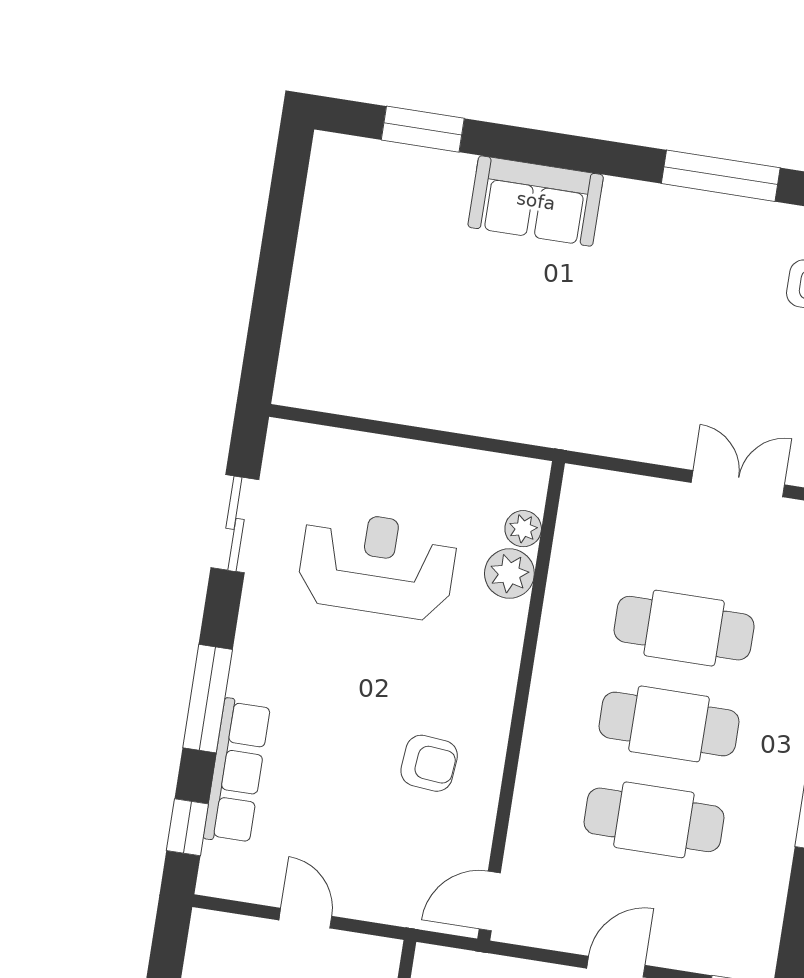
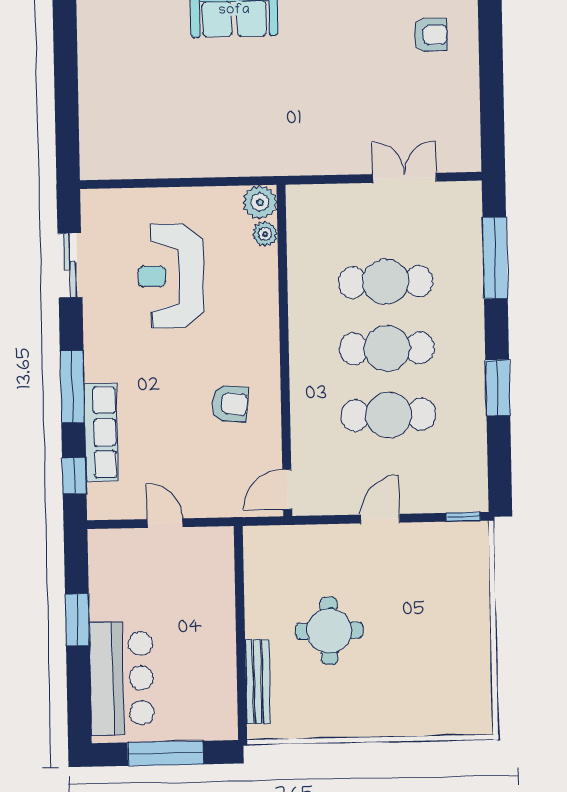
reception desk: (377, 565) -> (171, 276), turned -90
plant: (509, 574) -> (260, 202), moved

